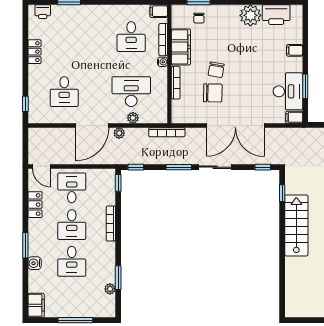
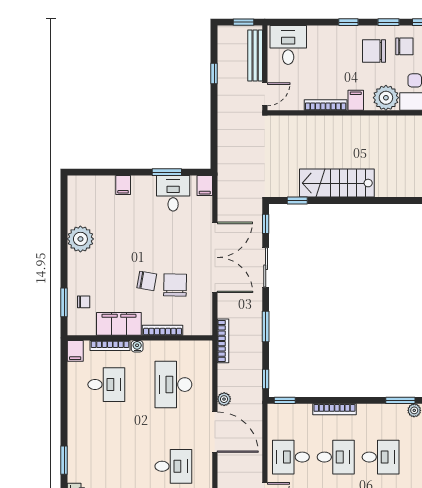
printer: (276, 15) -> (80, 208), removed
desk: (288, 91) -> (173, 193), width x0.73
plant: (133, 118) -> (205, 382), removed
sliding door: (215, 167) -> (266, 267), moved

